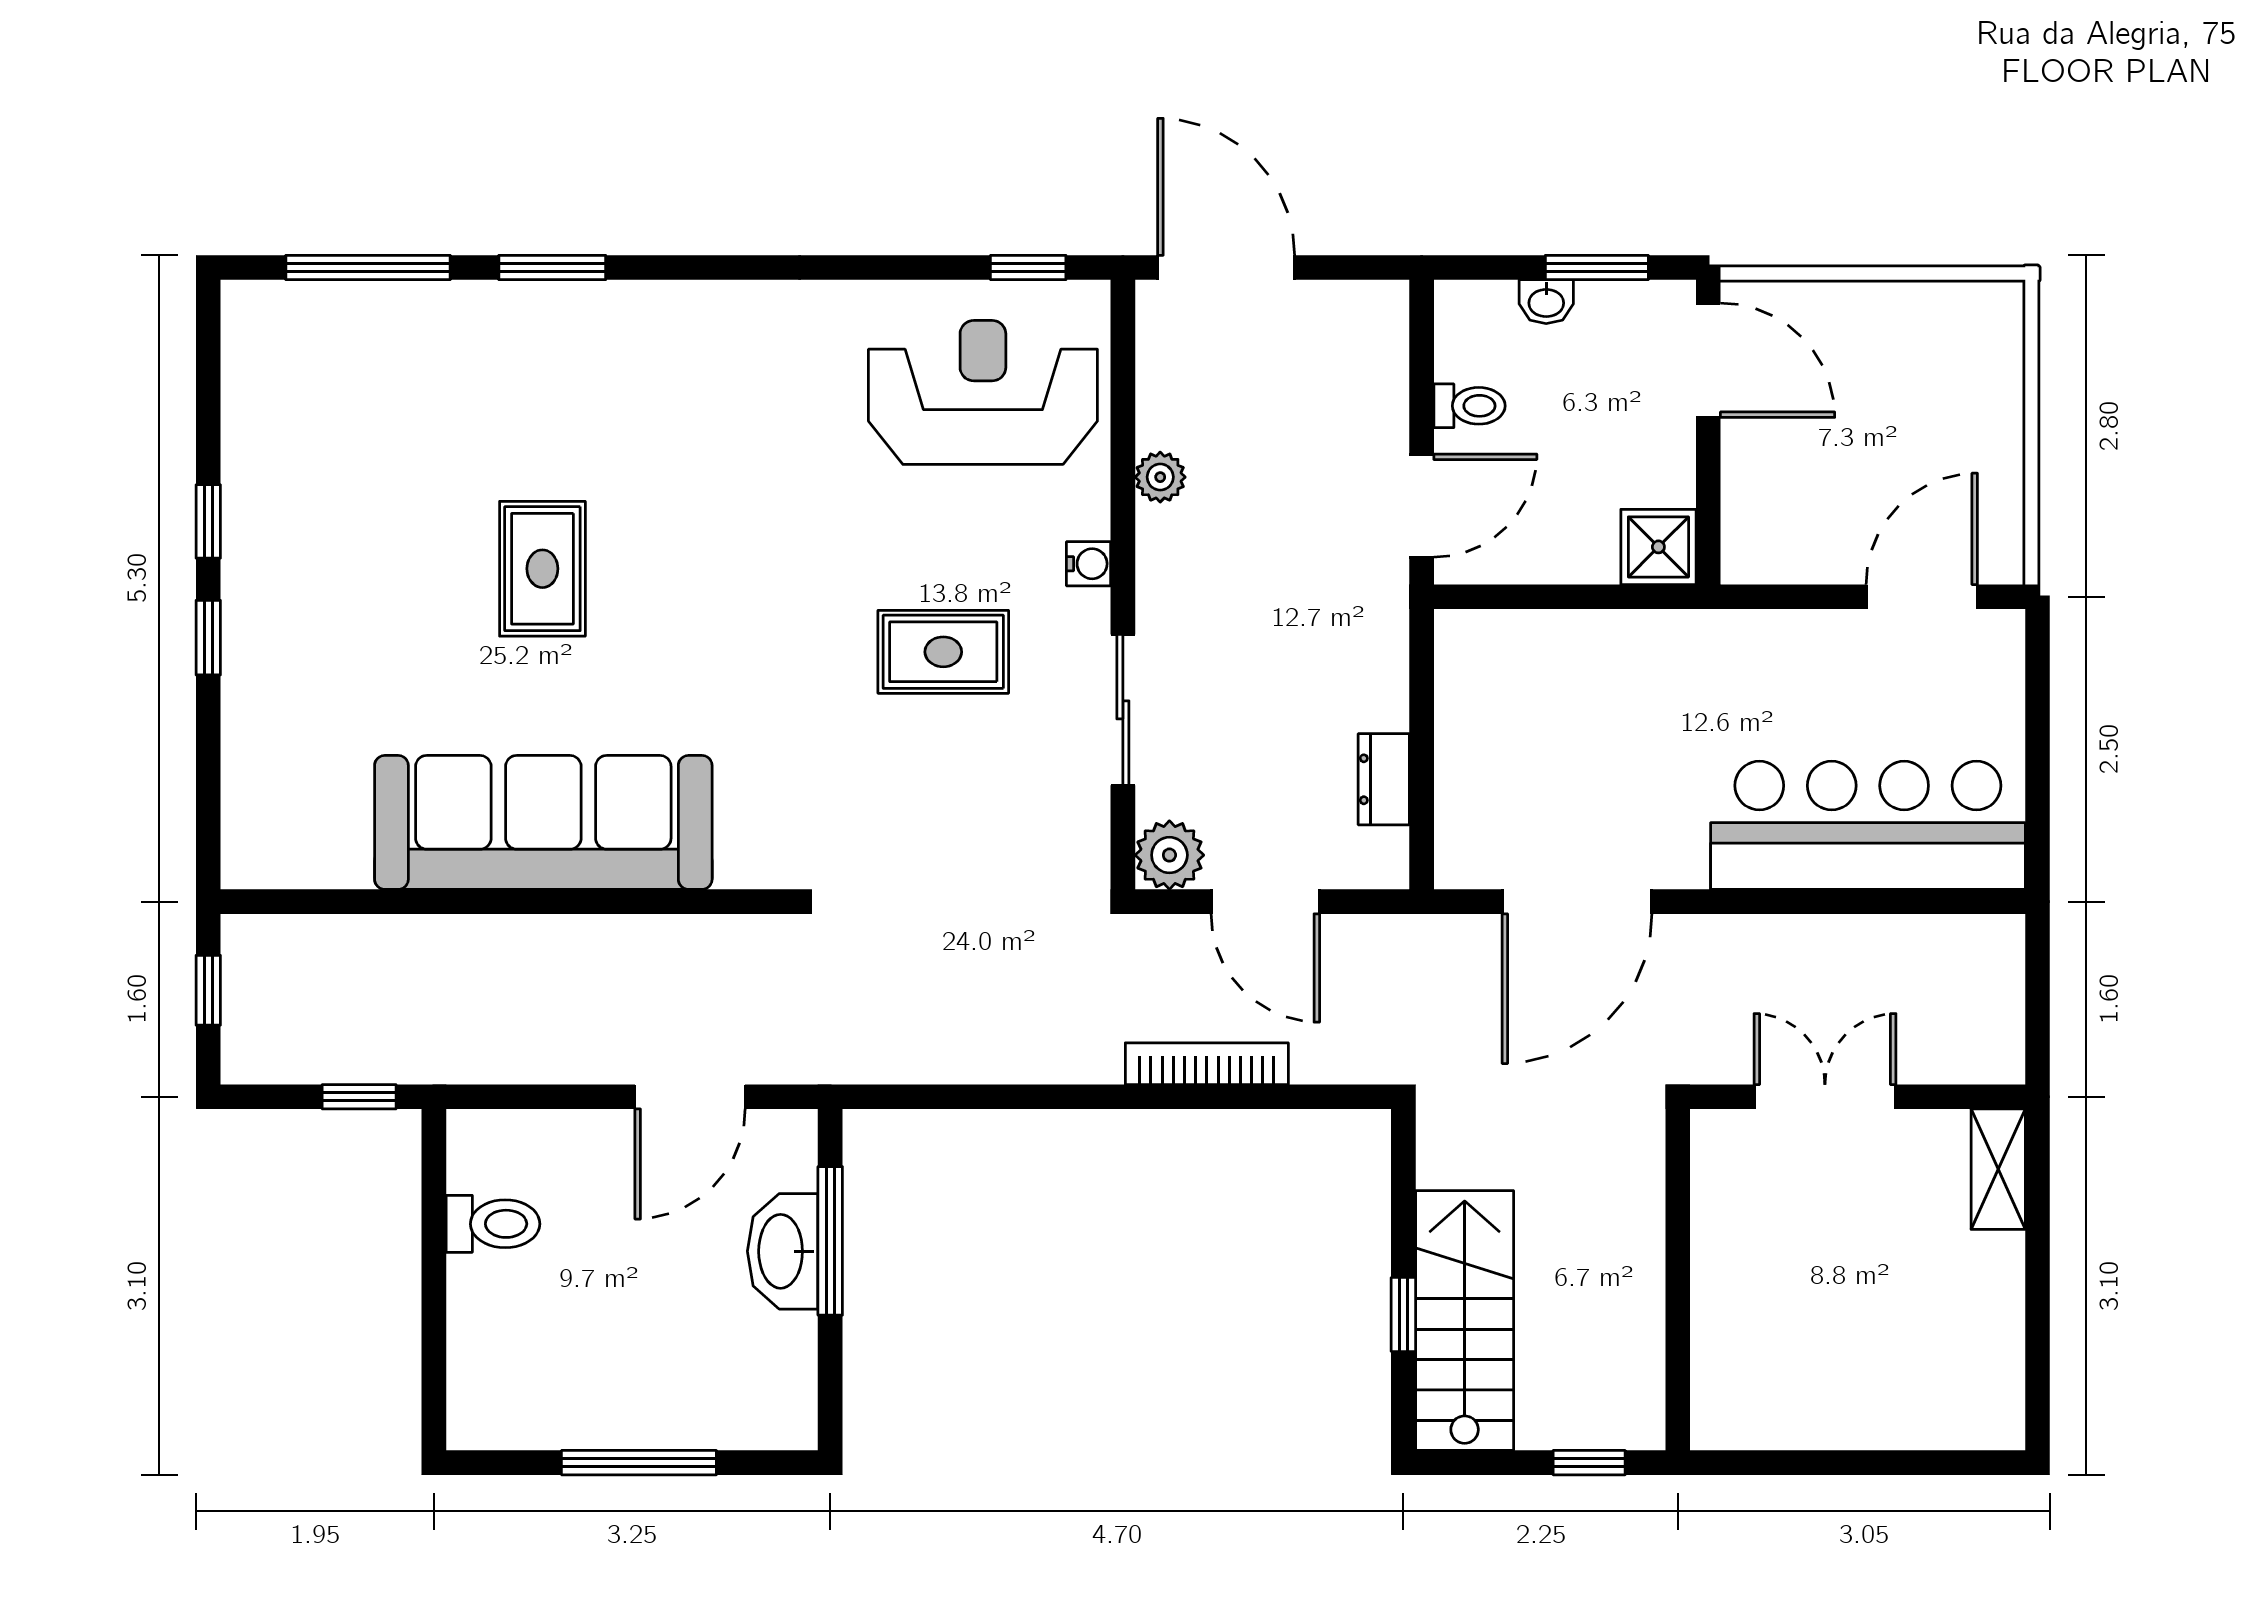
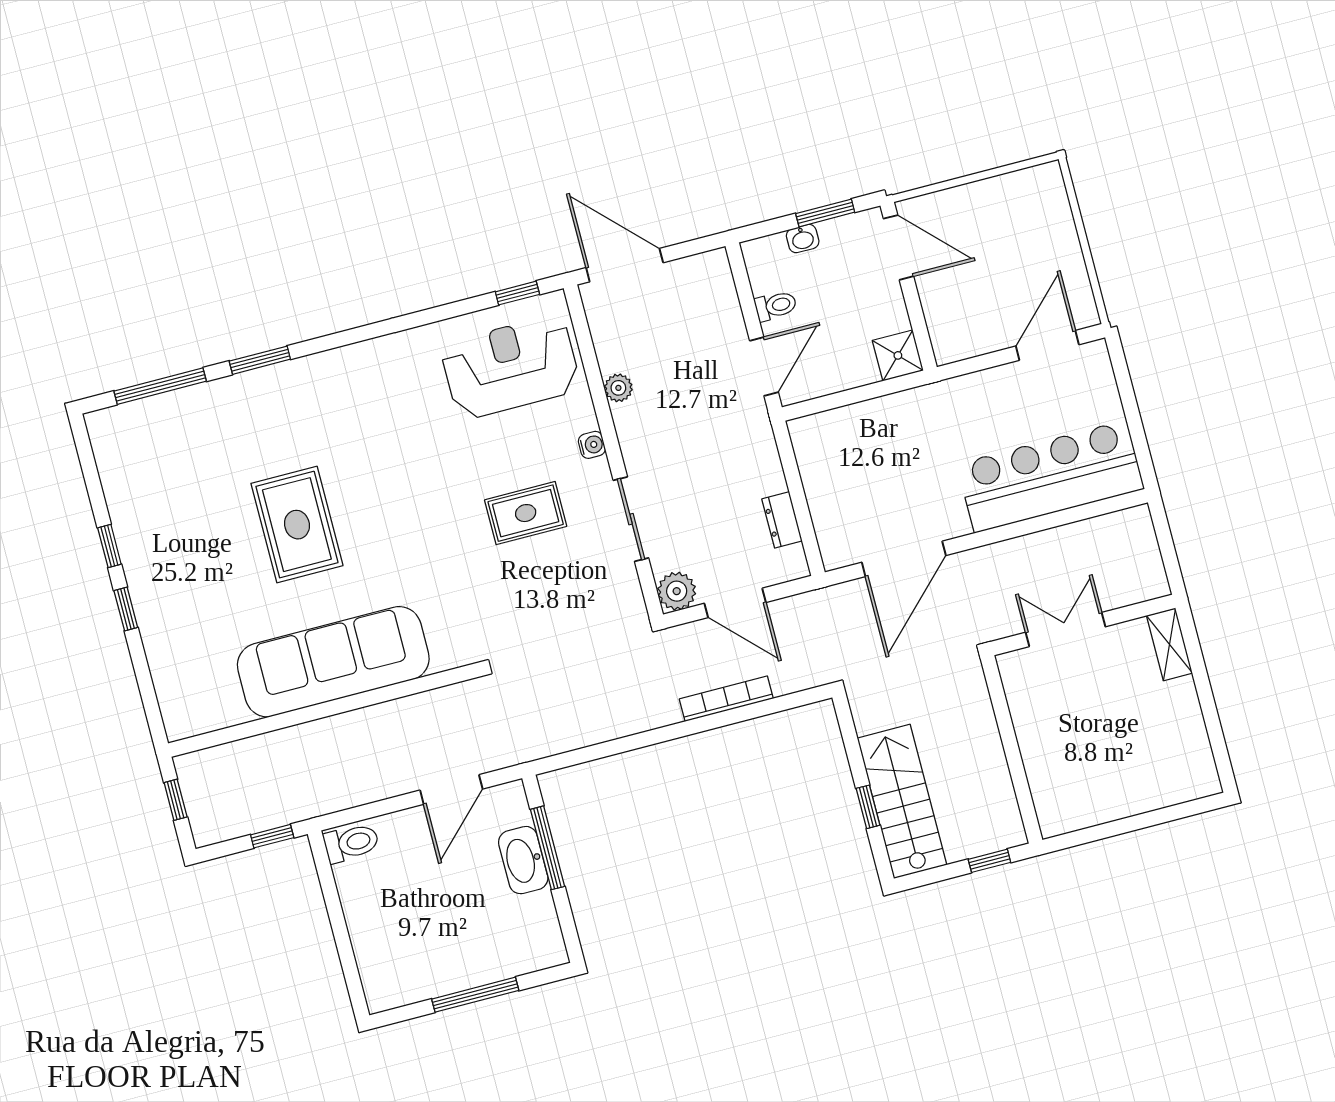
rug: (542, 569) -> (297, 525), width x1.36, depth x1.43
toilet: (493, 1224) -> (351, 843), moved

